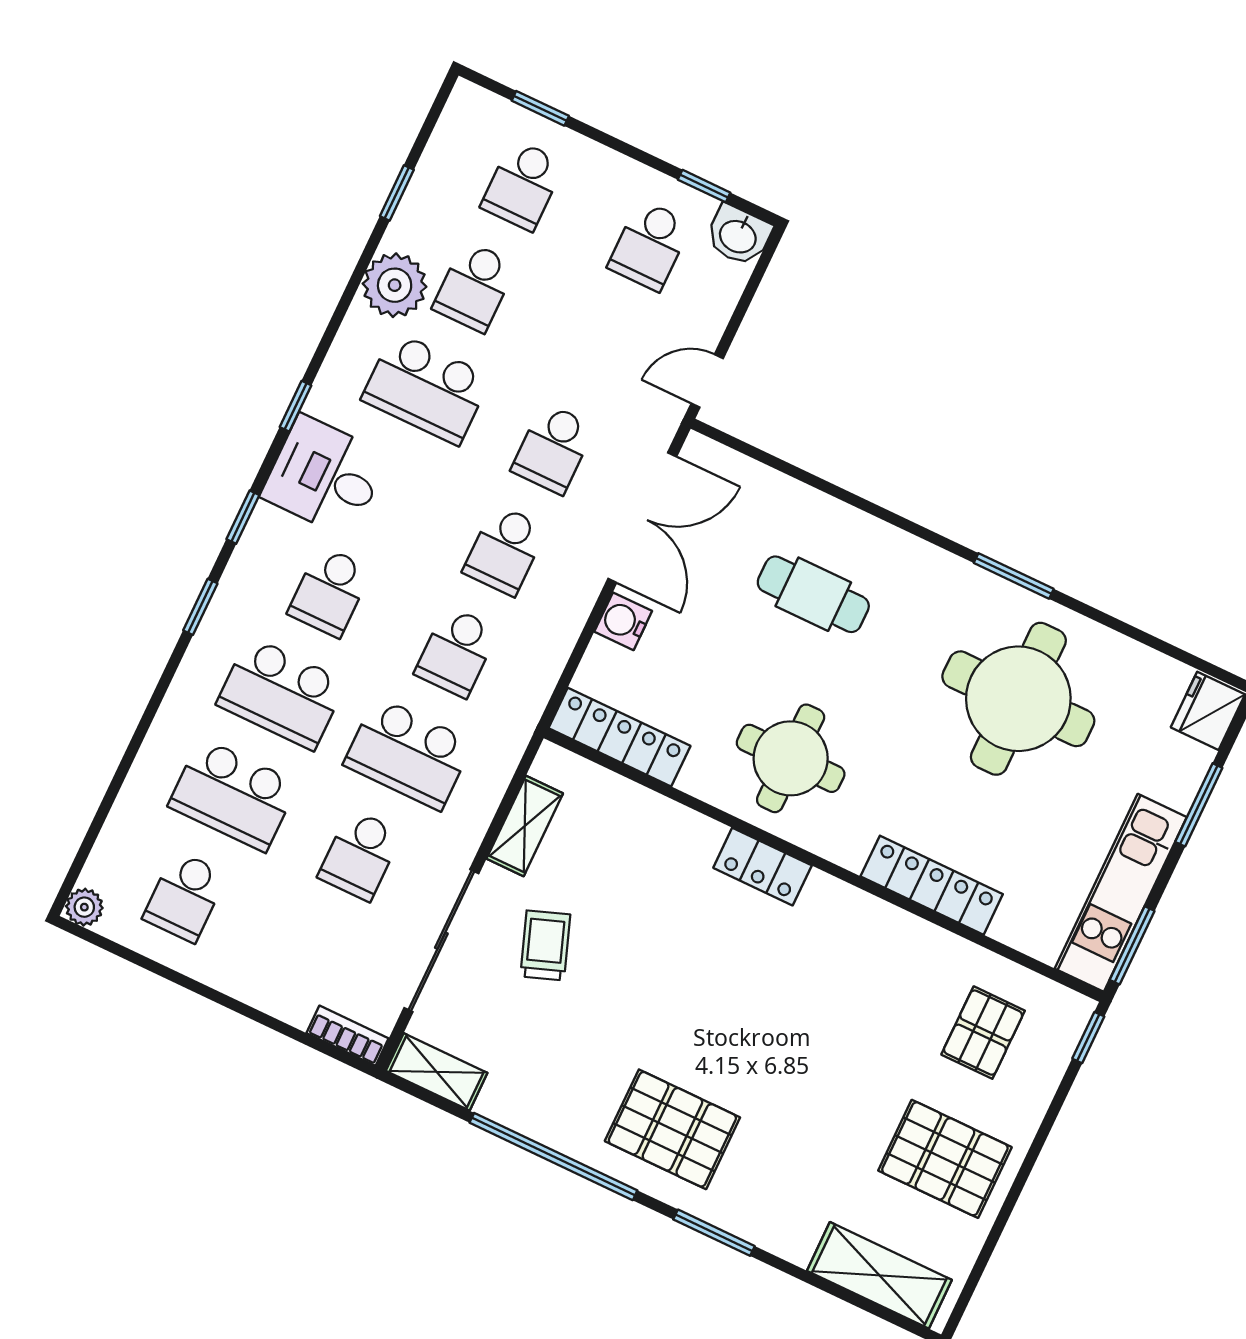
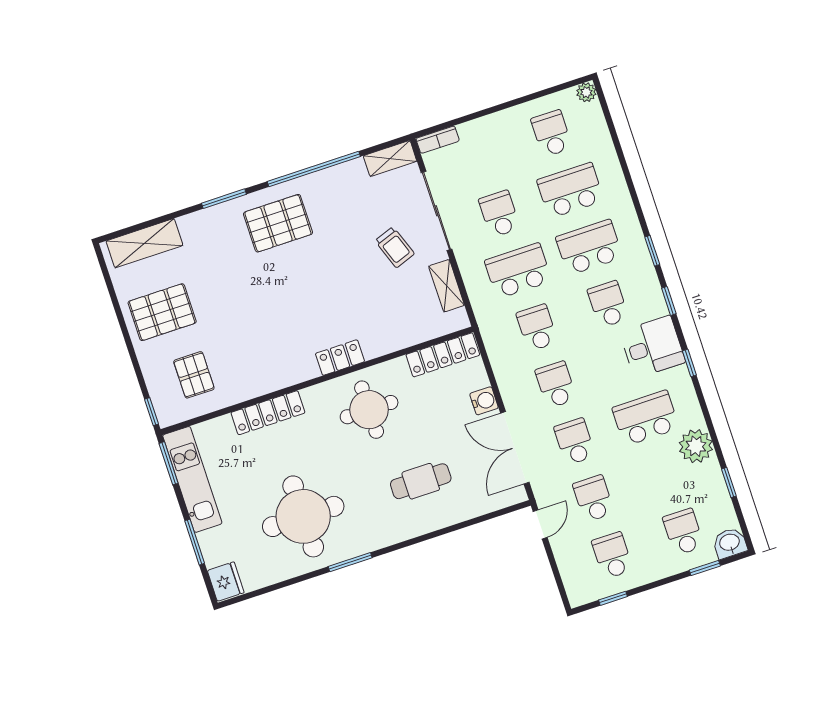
washbasin: (738, 235) -> (730, 543), moved
school desk: (474, 287) -> (593, 498), moved

